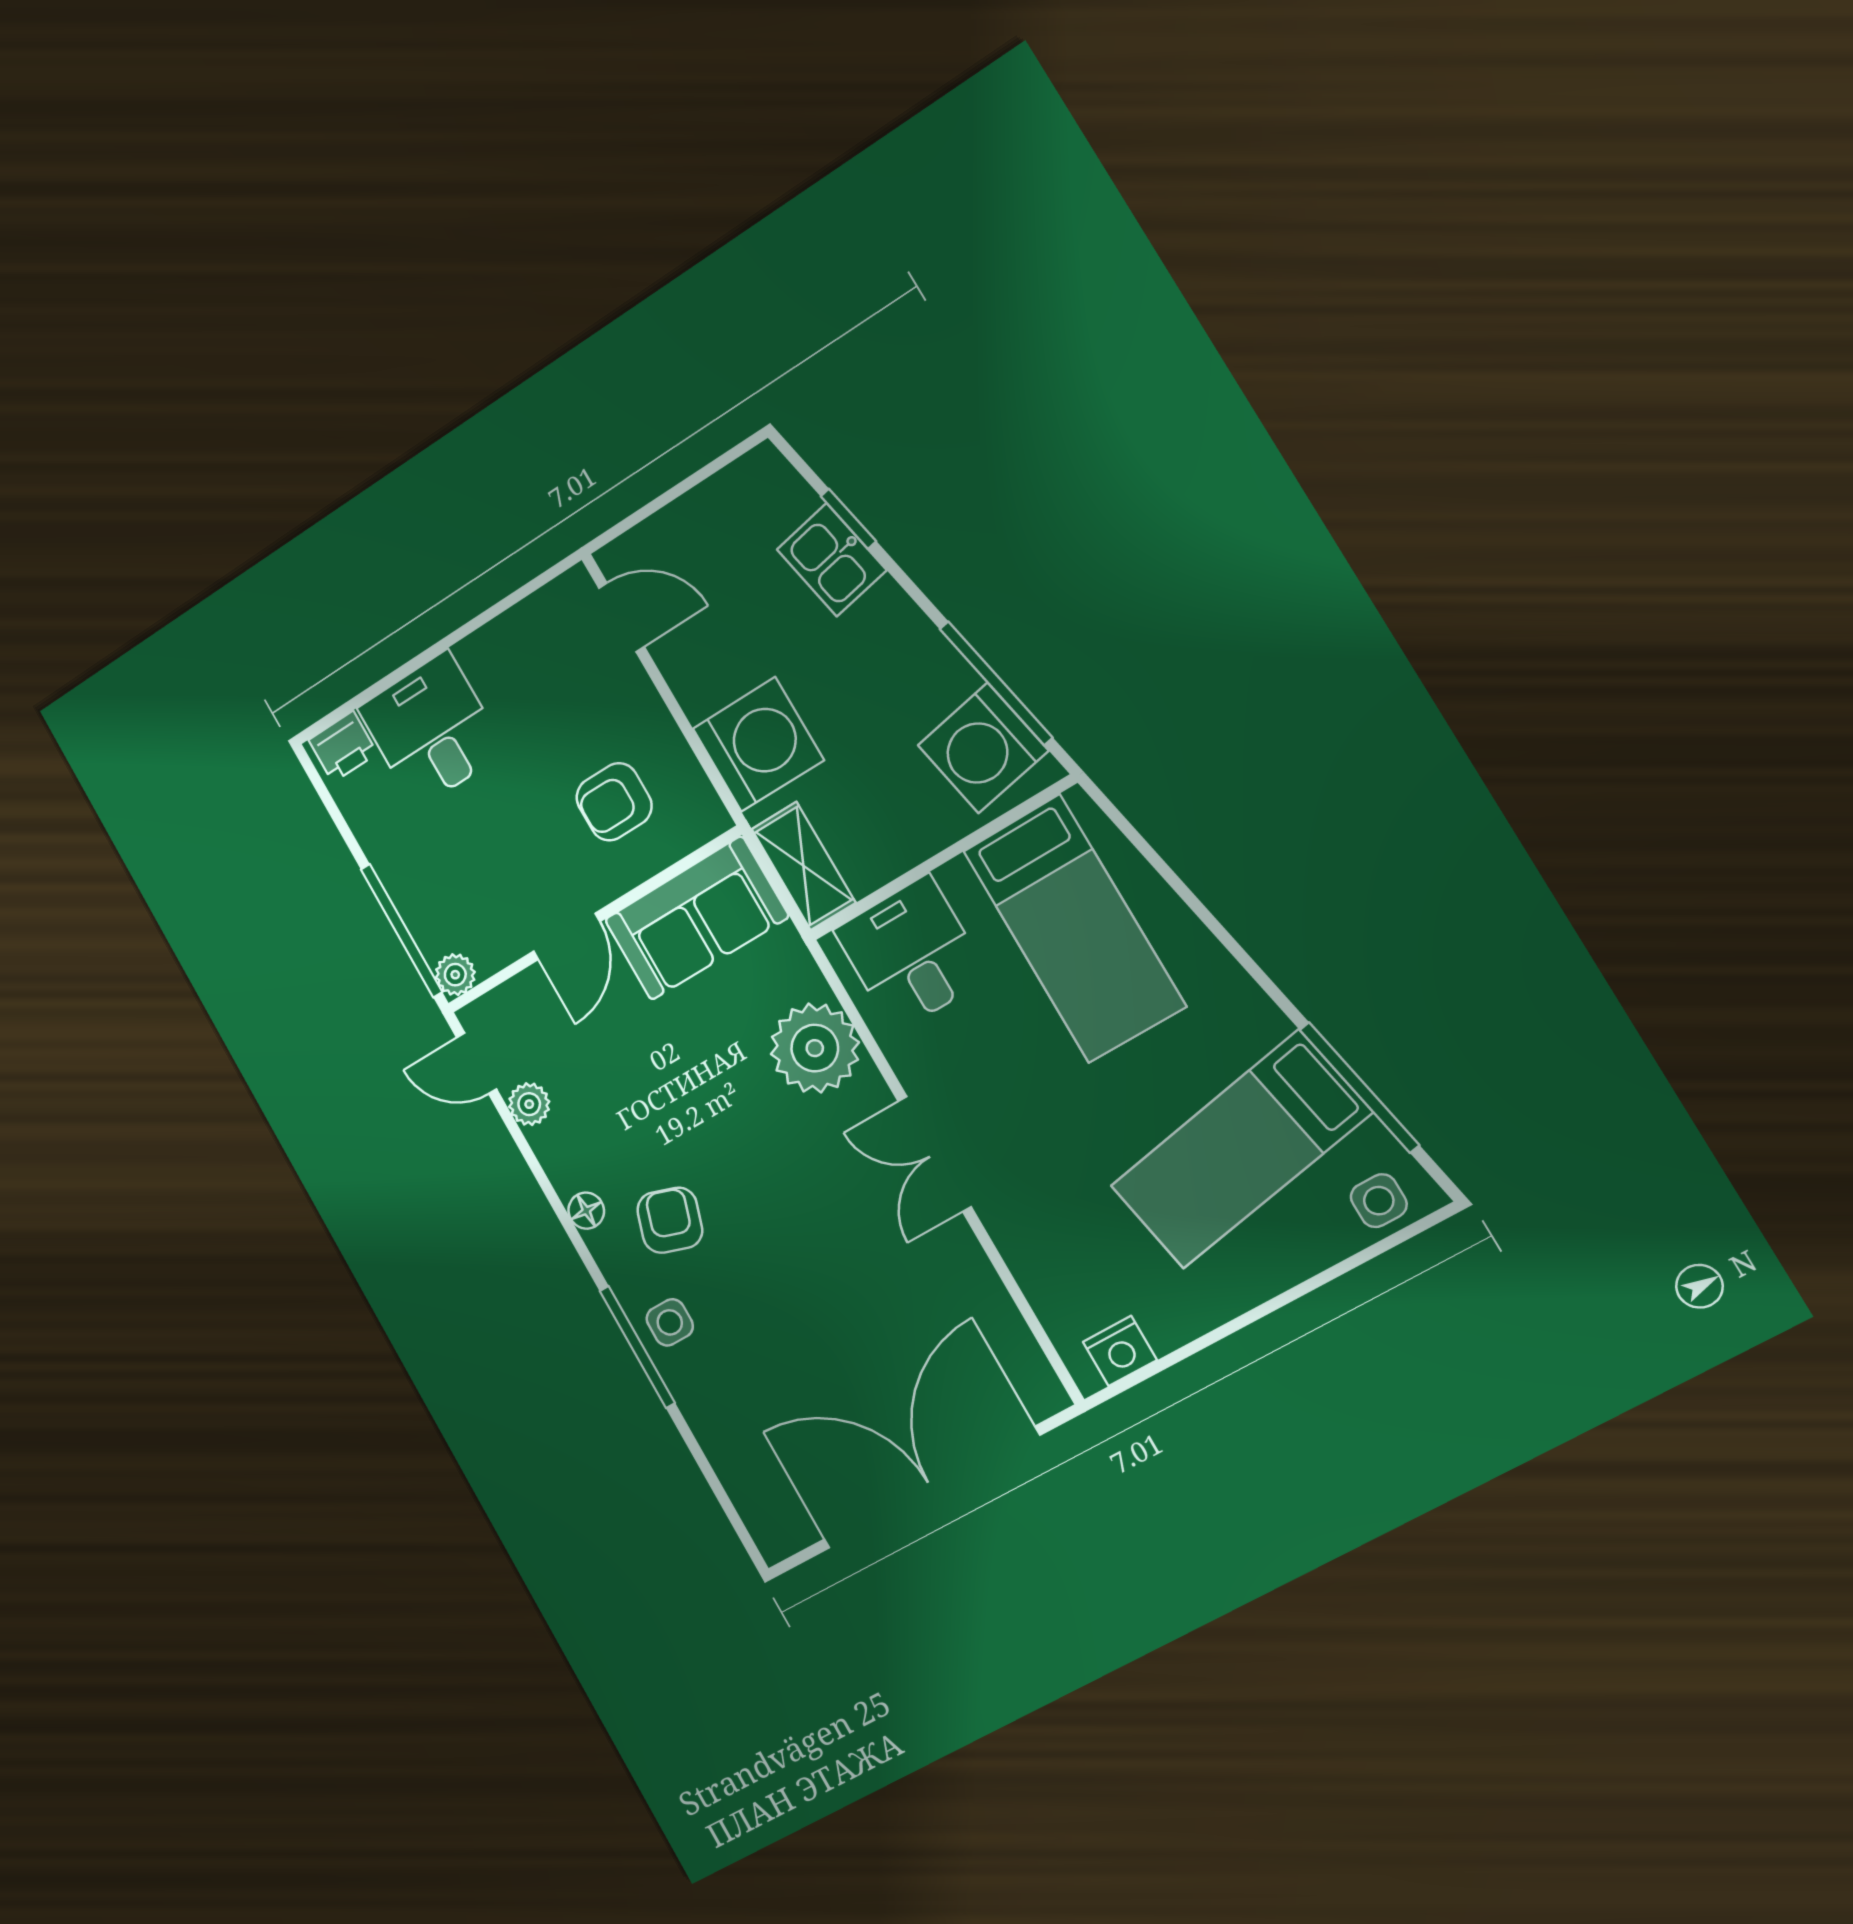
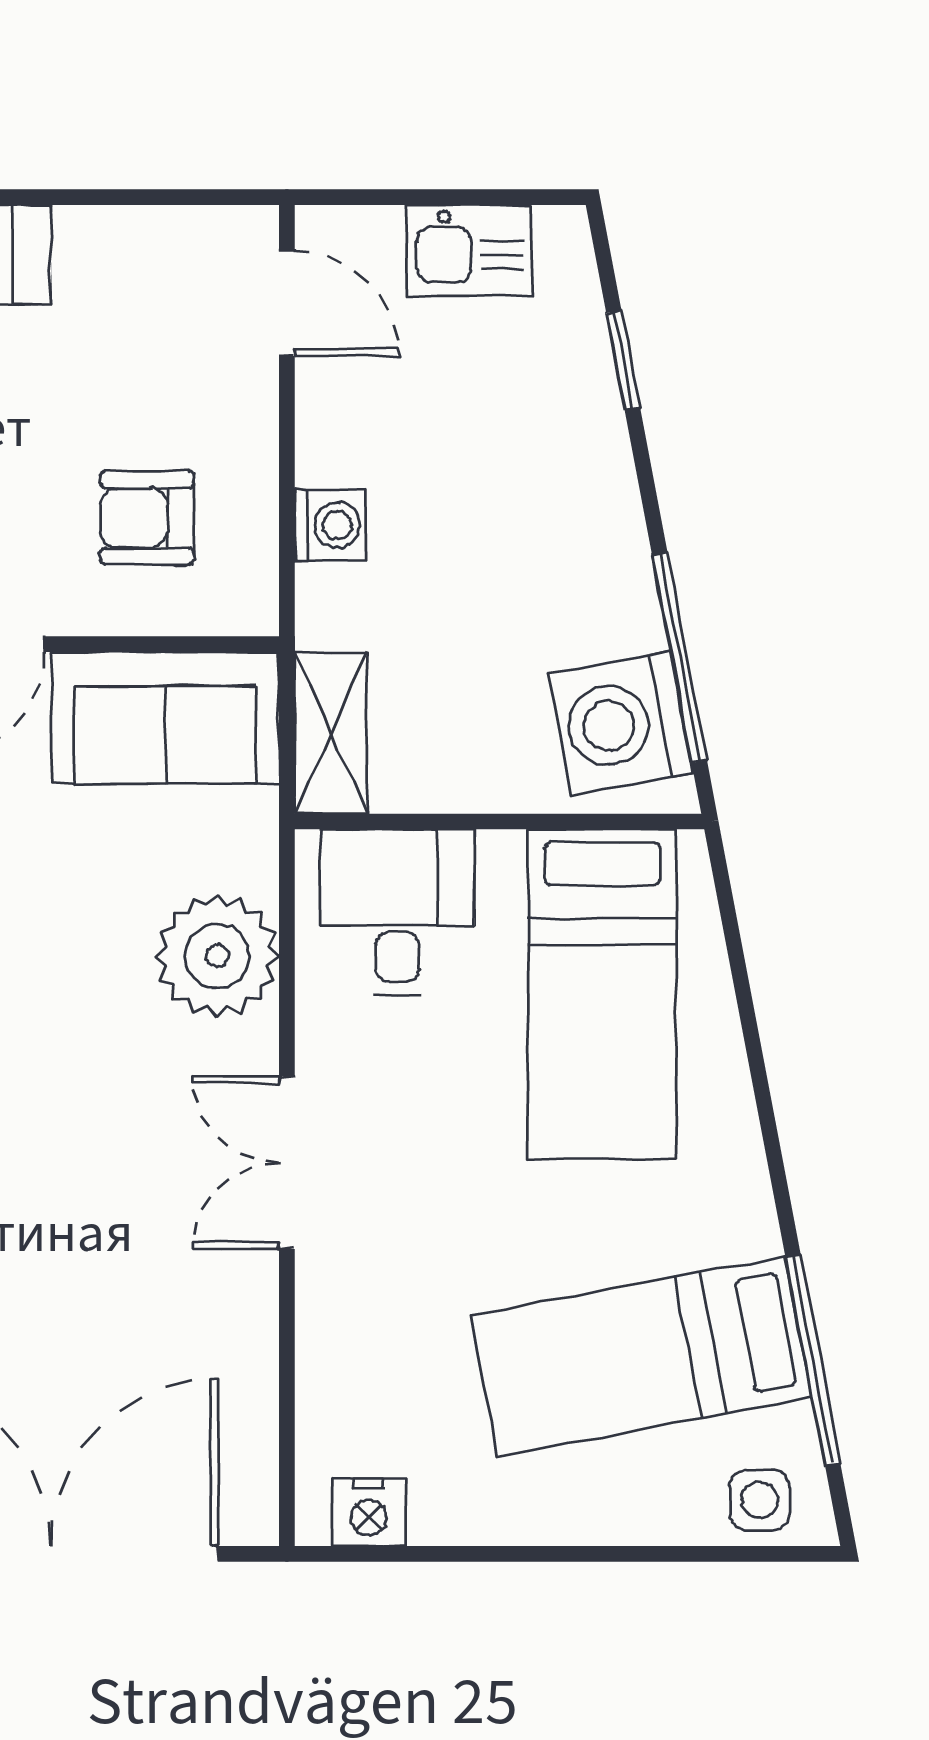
kitchen sink: (832, 560) -> (469, 250), moved, turned -79
washing machine: (758, 744) -> (330, 525), width x0.53, depth x0.53

